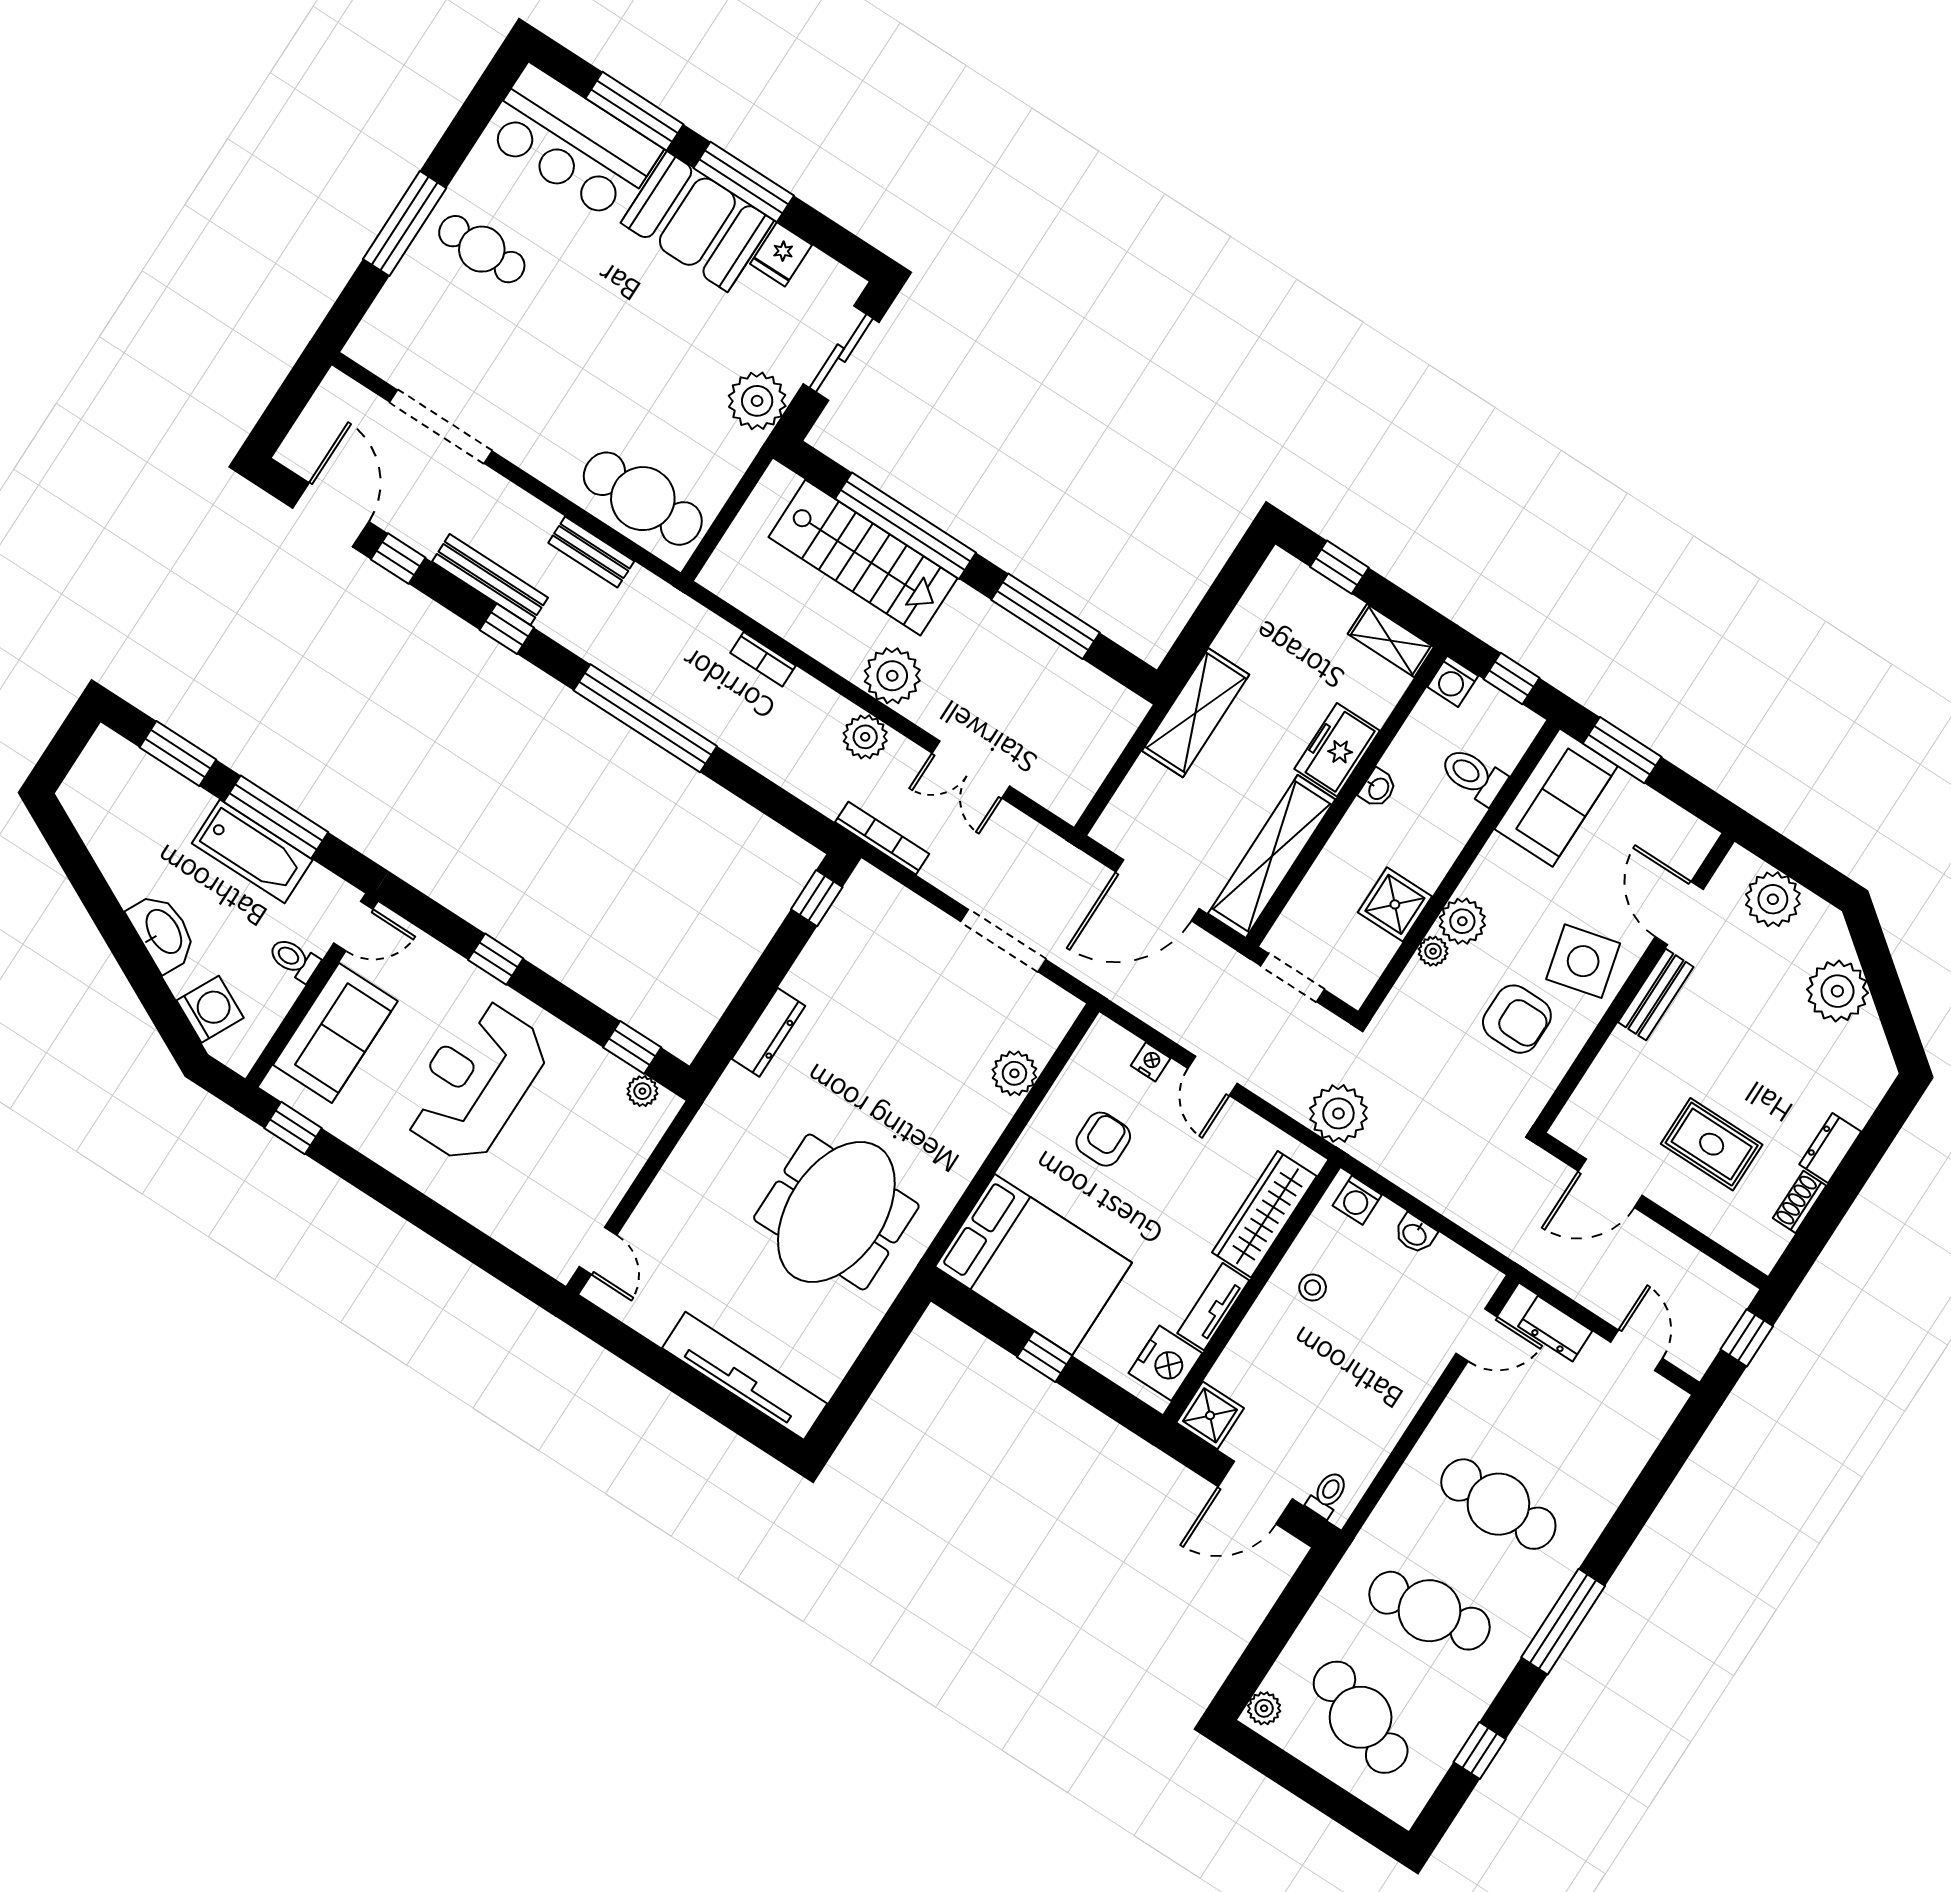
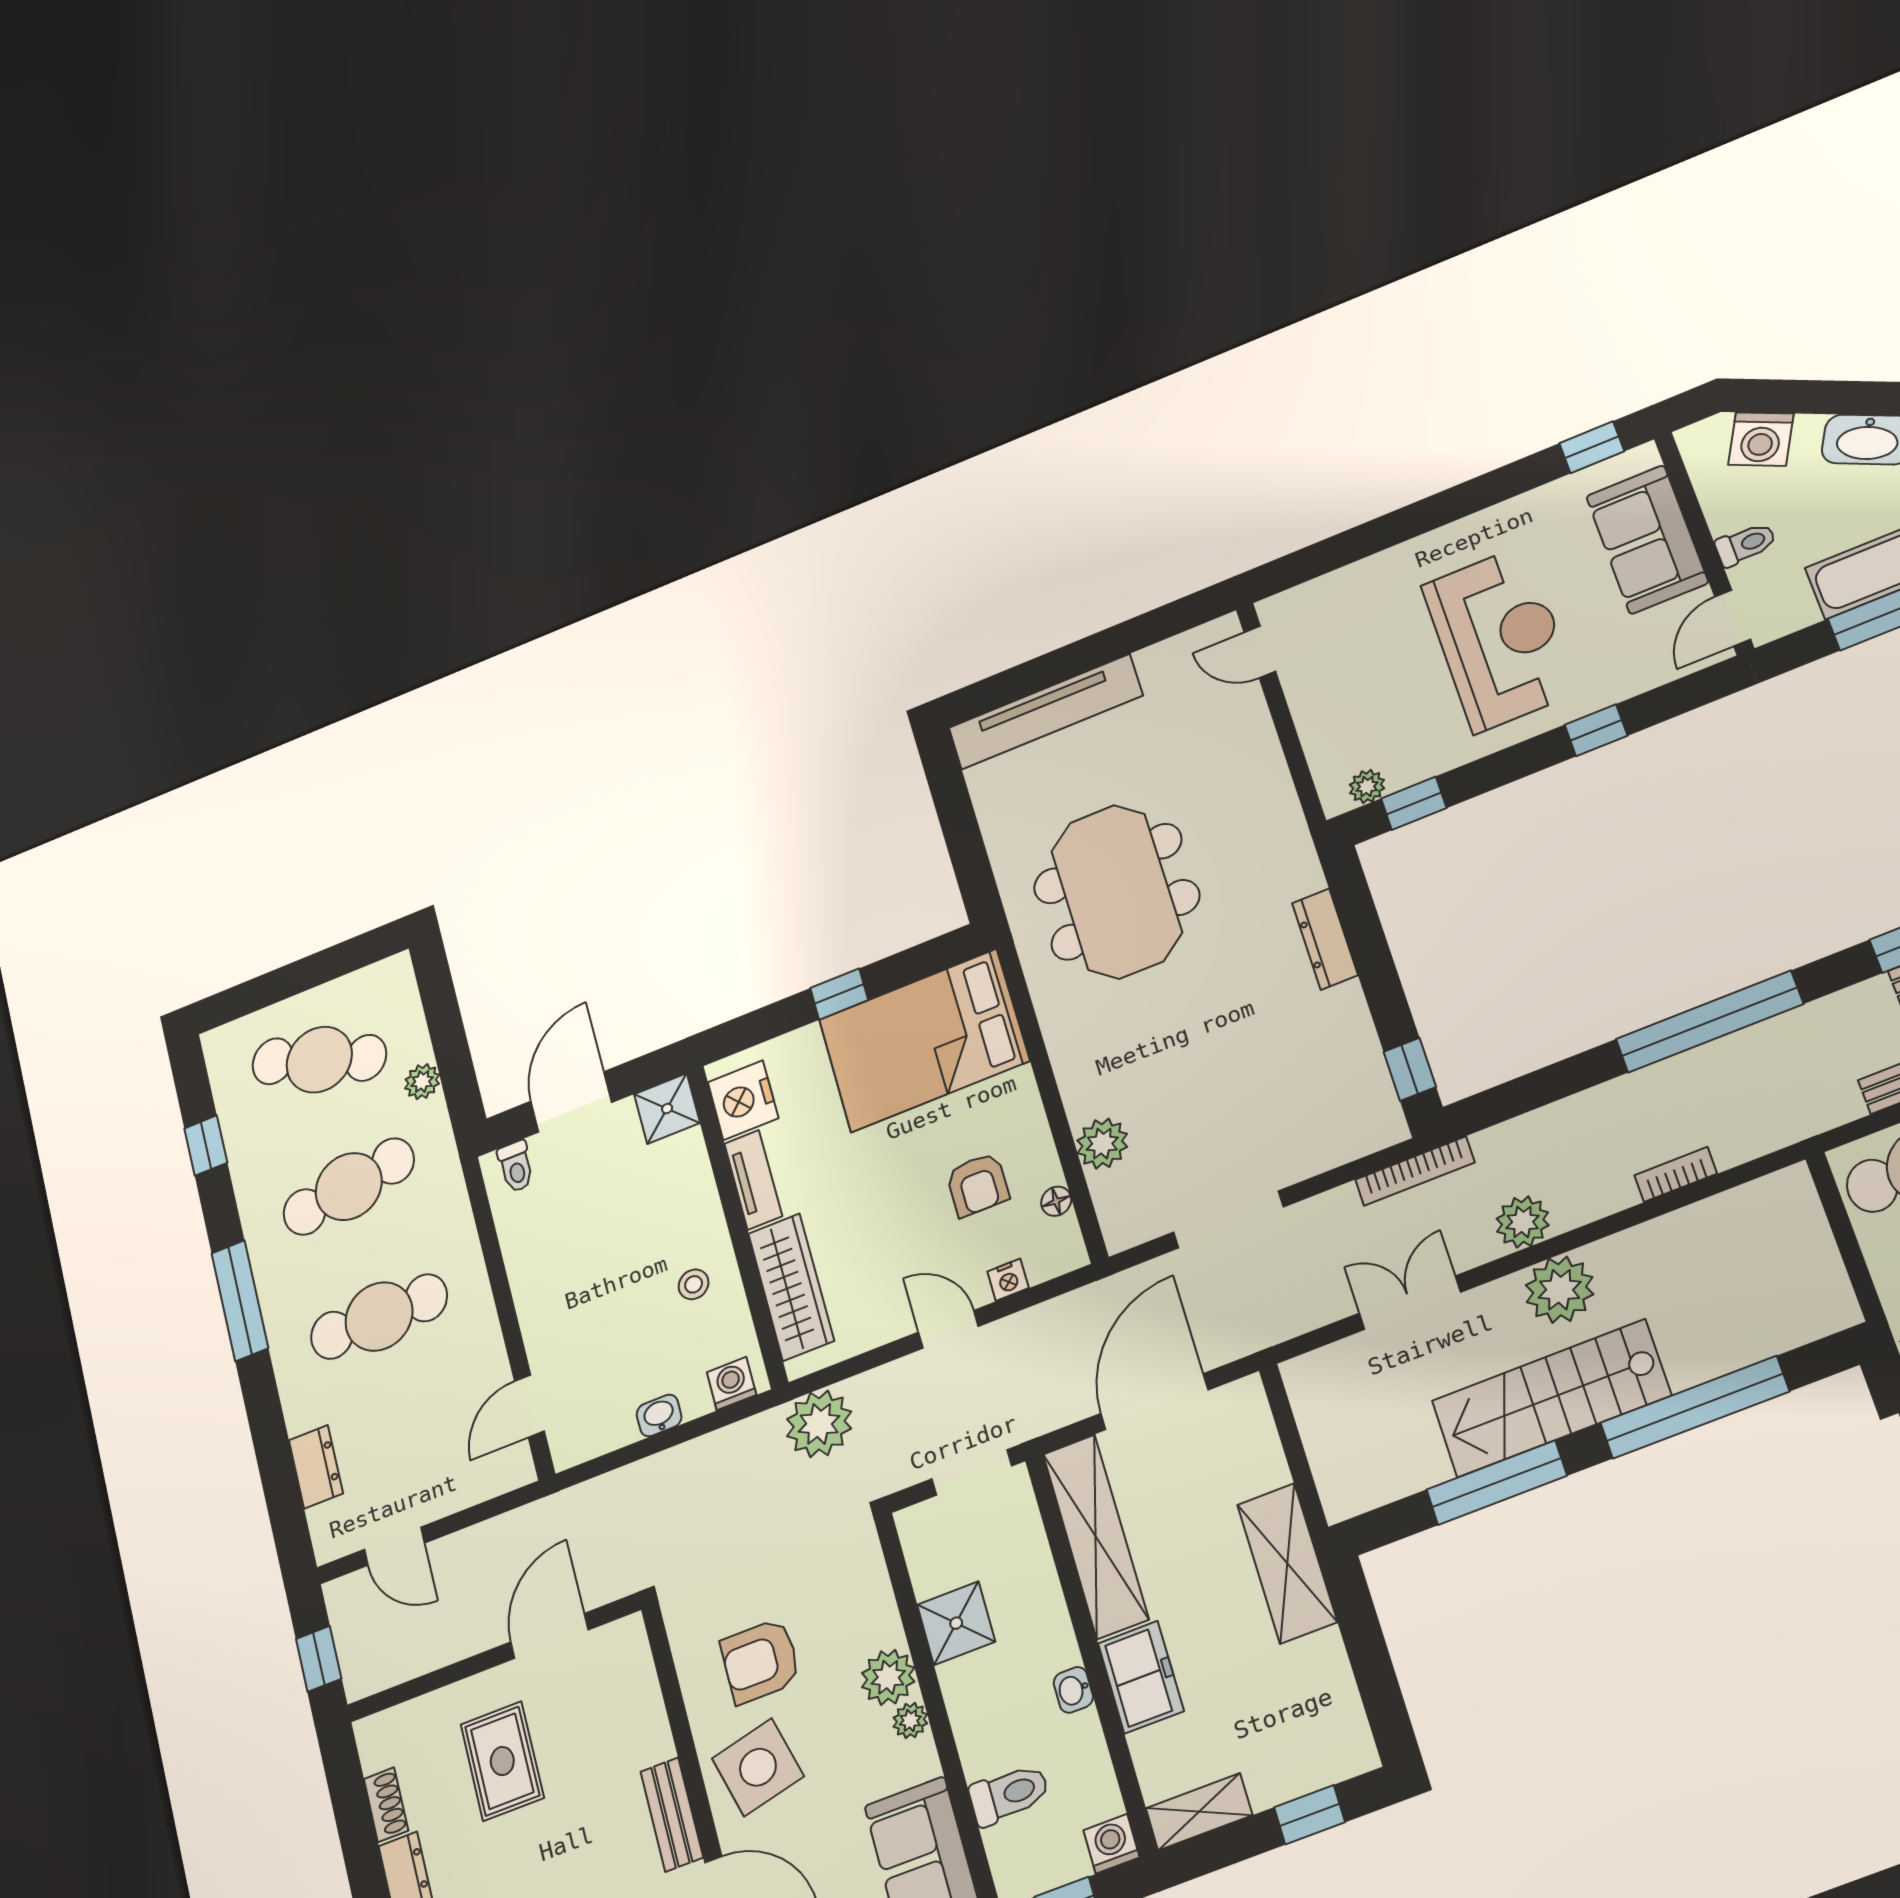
stairs: (863, 558) -> (1551, 1398), moved
plant: (1433, 951) -> (910, 1721), moved
floor lamp: (1075, 1073) -> (1056, 1201), added
rug: (1712, 1144) -> (502, 1761), turned 90
dresser: (1555, 1329) -> (316, 1467), moved, turned 90
plant: (1264, 1708) -> (422, 1082), moved

